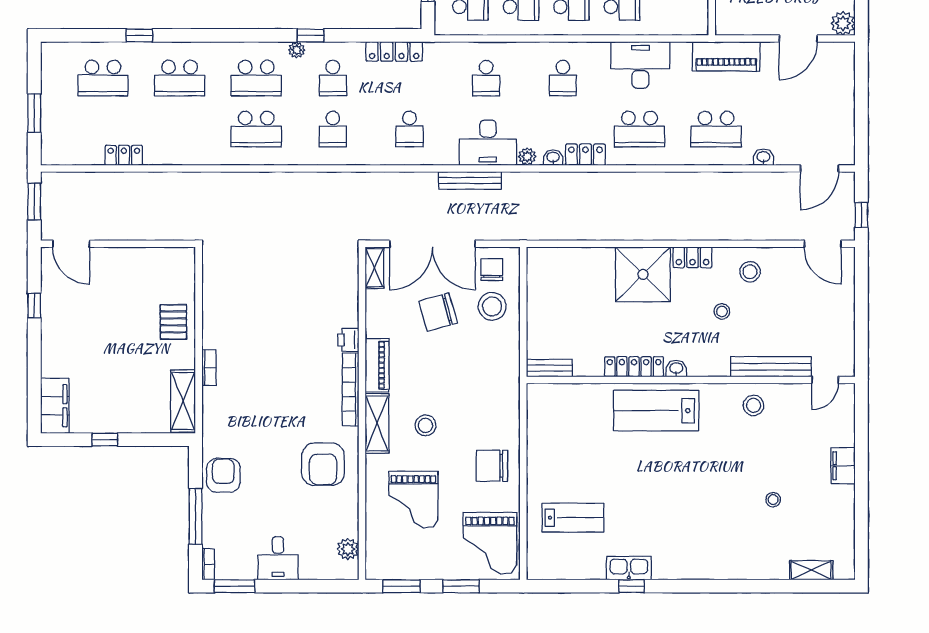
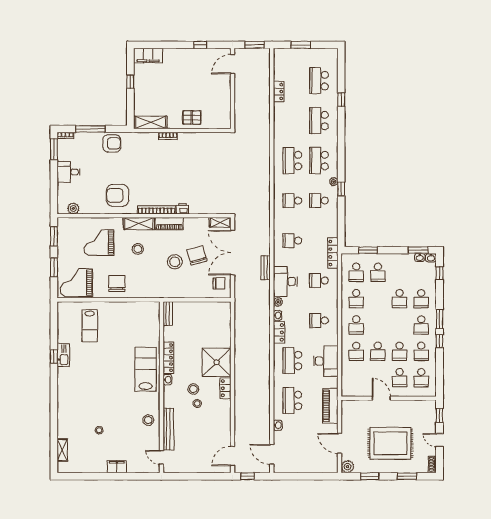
locker: (394, 51) -> (333, 253), moved
bench: (470, 180) -> (266, 268), width x0.73
stool: (750, 272) -> (193, 389), moved
stool: (492, 306) -> (175, 262), moved

